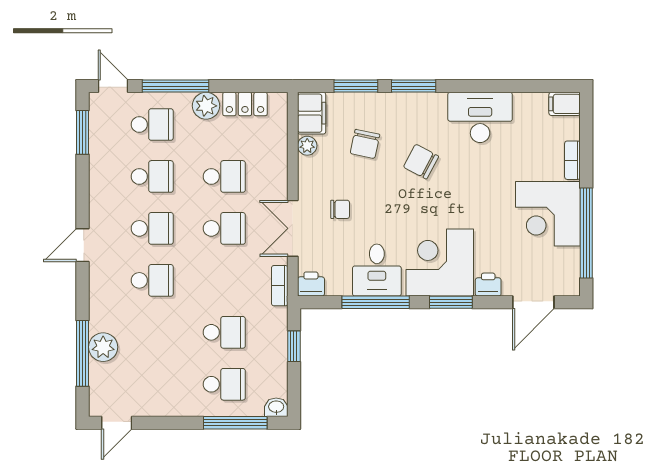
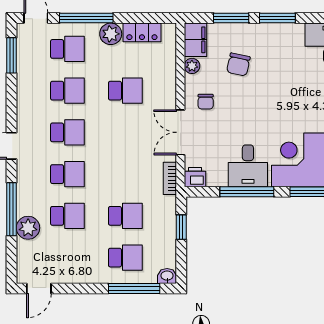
chair: (421, 162) -> (283, 79), removed
chair: (340, 209) -> (206, 102), moved, turned 90
school desk: (224, 228) -> (67, 216), moved
window: (83, 353) -> (11, 209), moved

